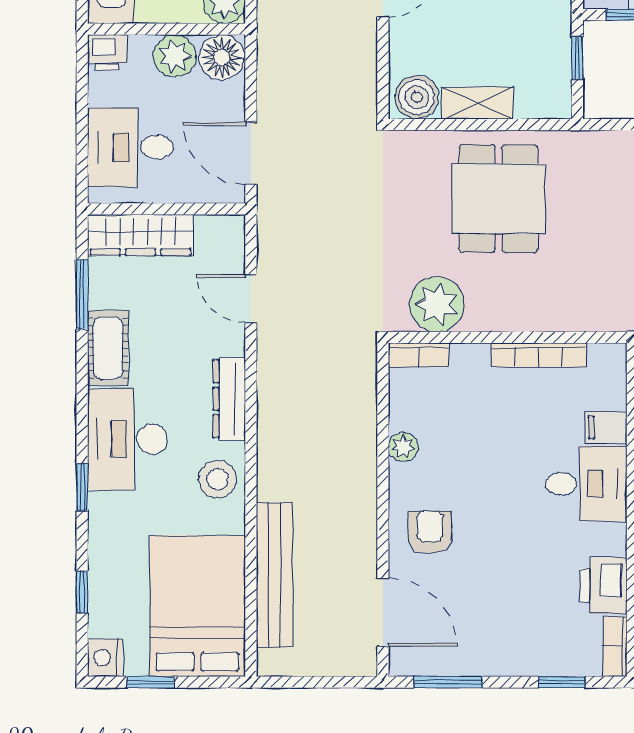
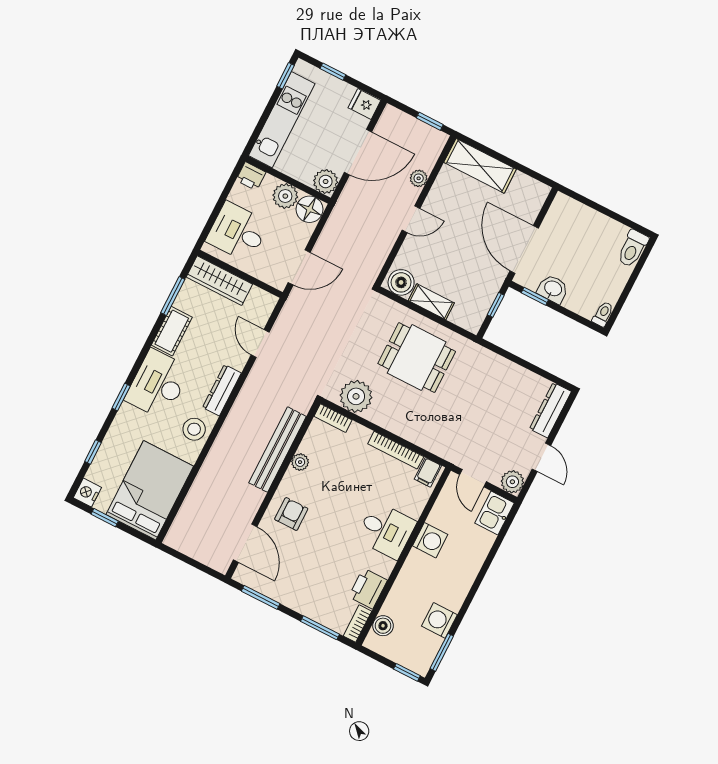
door: (251, 153) -> (299, 267), swing flipped
dining table: (499, 199) -> (417, 358), turned 90
filing cabinet: (606, 427) -> (428, 472), moved, turned -90
bench: (274, 575) -> (278, 450), moved
window: (562, 682) -> (320, 628), width x1.50

